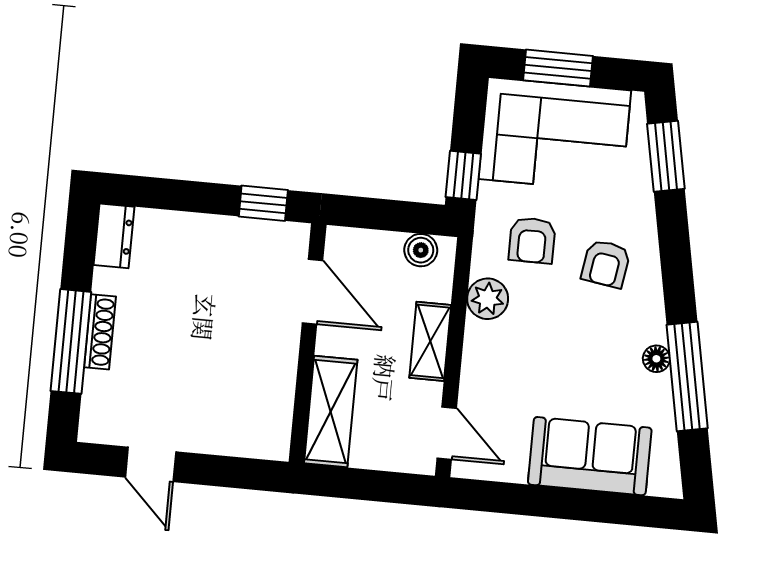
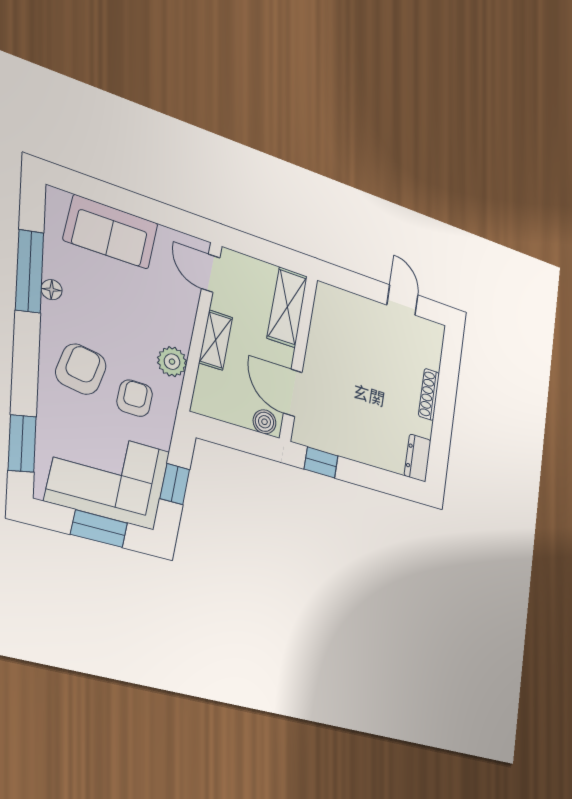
window: (463, 175) -> (175, 484), moved
boiler: (421, 250) -> (264, 422), moved
armchair: (606, 264) -> (81, 369), width x1.38, depth x1.38
window: (71, 341) -> (447, 392), removed

